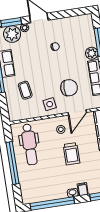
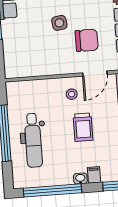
coffee table: (25, 90) -> (29, 39), removed
side table: (50, 104) -> (59, 23), moved
dental chair: (30, 144) -> (33, 140), moved

